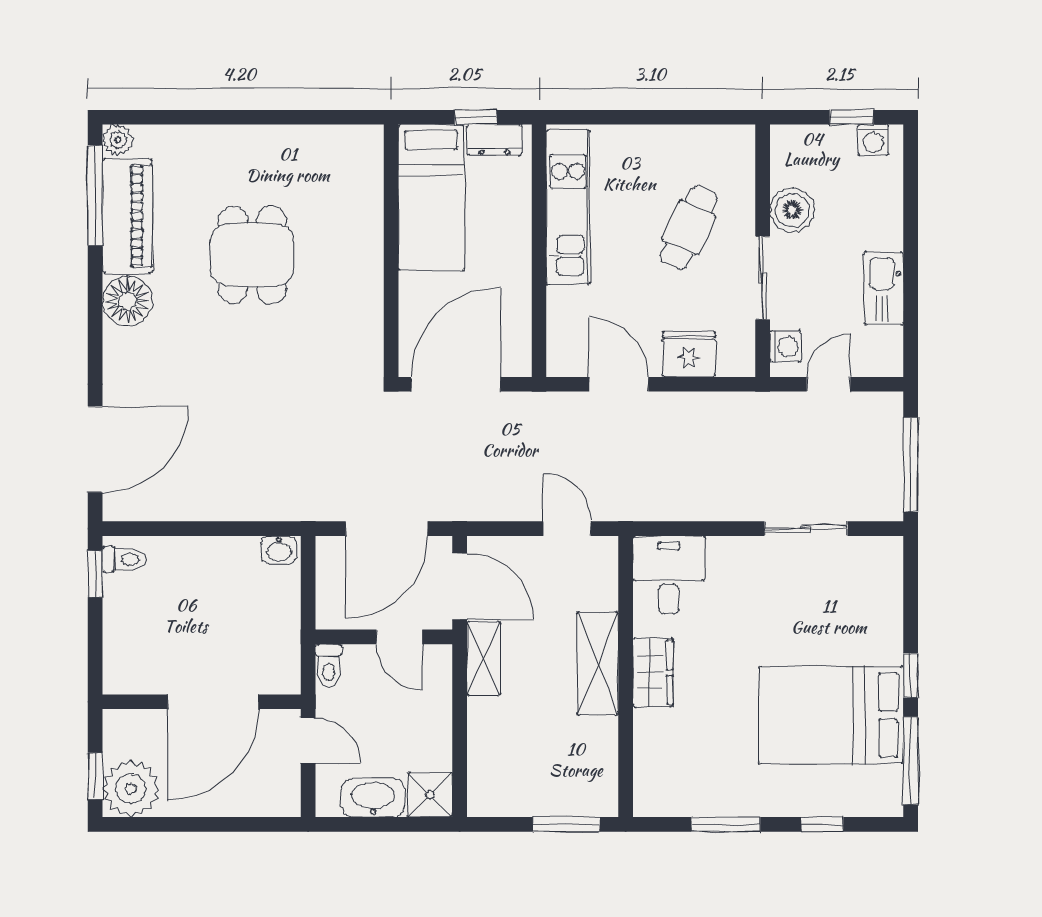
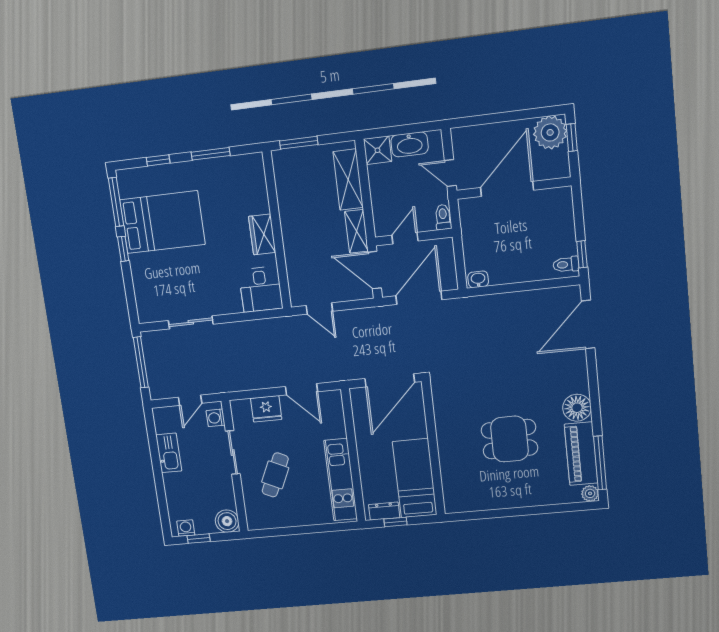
boiler: (792, 210) -> (227, 521), moved
dining table: (252, 255) -> (509, 439), turned 90
door: (399, 637) -> (405, 238), hinge flipped
shelving: (598, 663) -> (348, 180), moved

